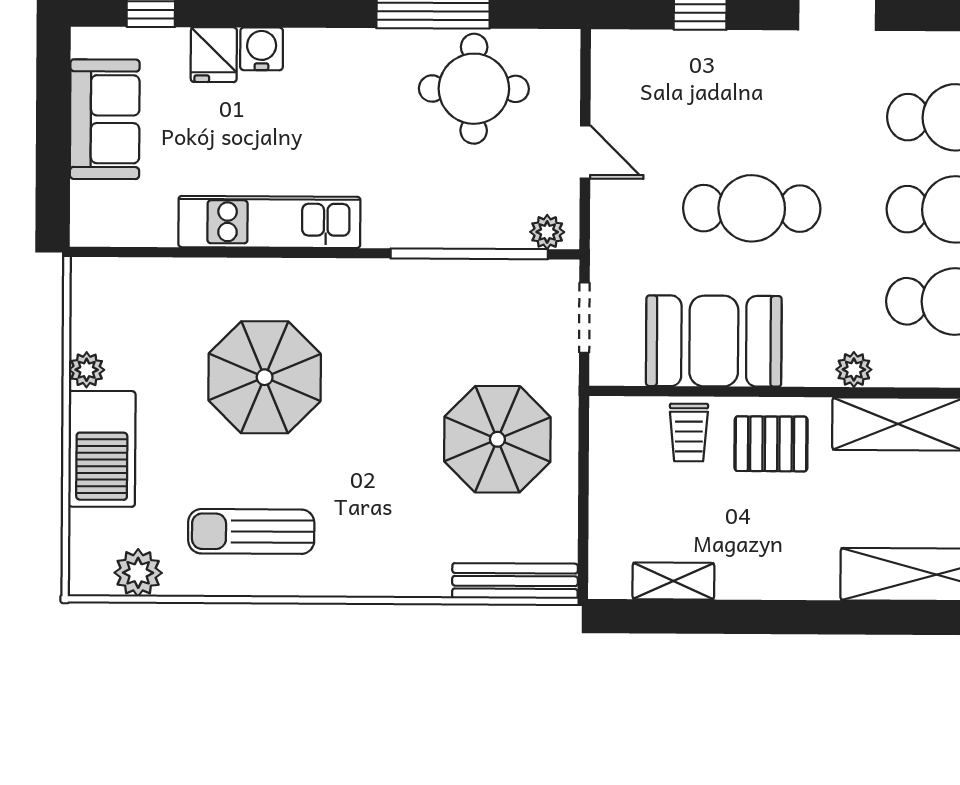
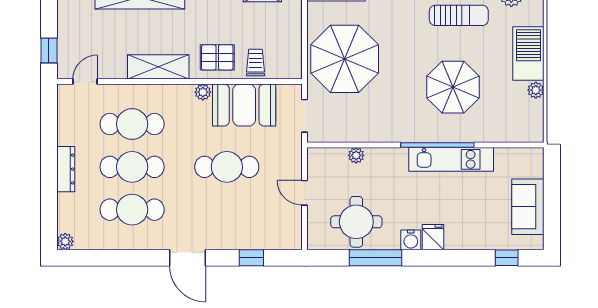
water cooler: (262, 49) -> (411, 240), moved
fridge: (214, 55) -> (433, 237), moved
plant: (547, 232) -> (356, 155), moved
window: (469, 254) -> (437, 145), moved
plant: (854, 370) -> (203, 92), moved
parasol: (497, 439) -> (345, 59), width x1.36, depth x1.36

